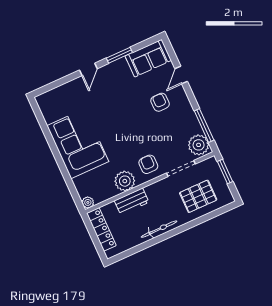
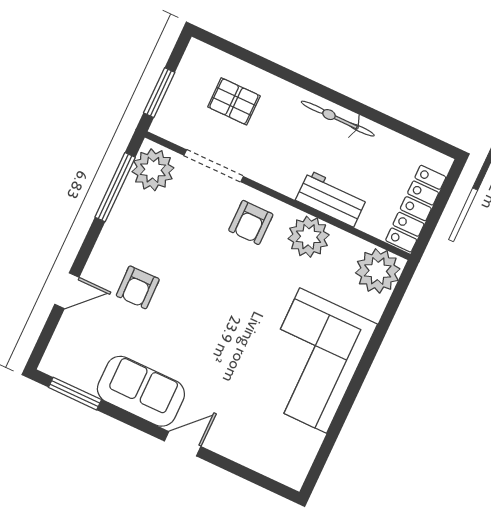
window: (119, 55) -> (75, 394), moved
sofa: (148, 58) -> (141, 391), moved
pallet: (198, 196) -> (234, 101), width x0.67, depth x0.71
plant: (88, 202) -> (378, 271), width x1.88, depth x1.88

